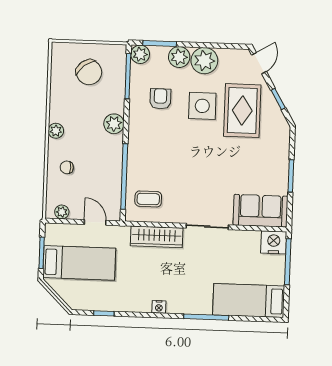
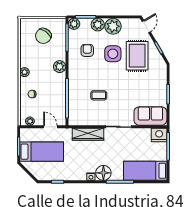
chair: (89, 72) -> (43, 36), turned 75
coffee table: (148, 199) -> (99, 95), moved
floor lamp: (180, 301) -> (103, 173), added

